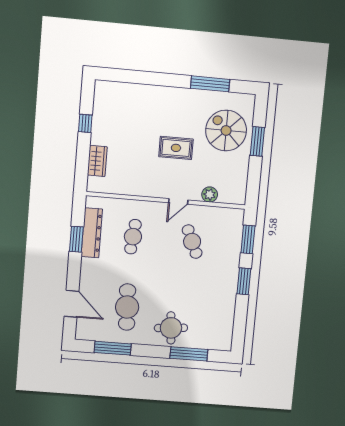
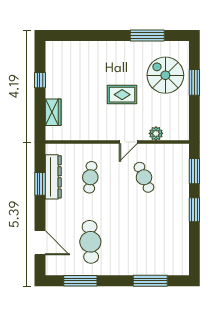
round table: (171, 328) -> (132, 258), removed

